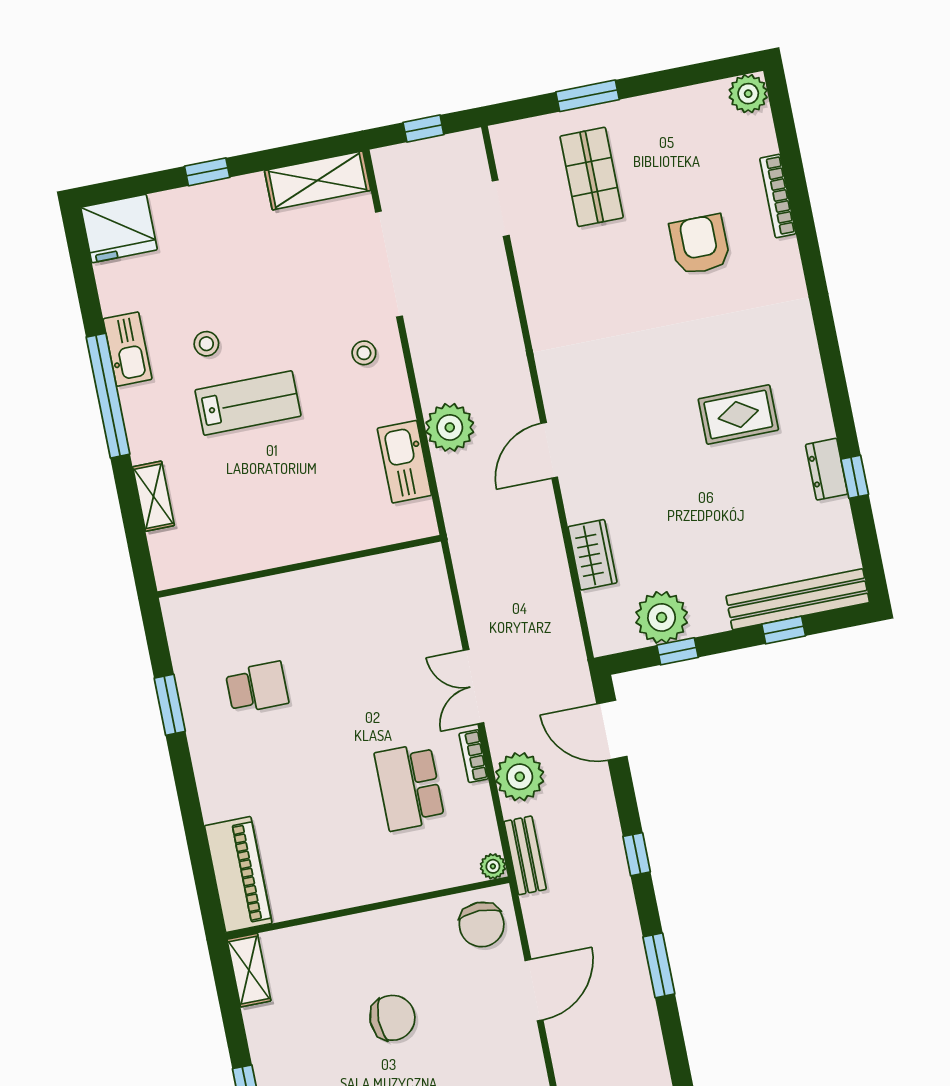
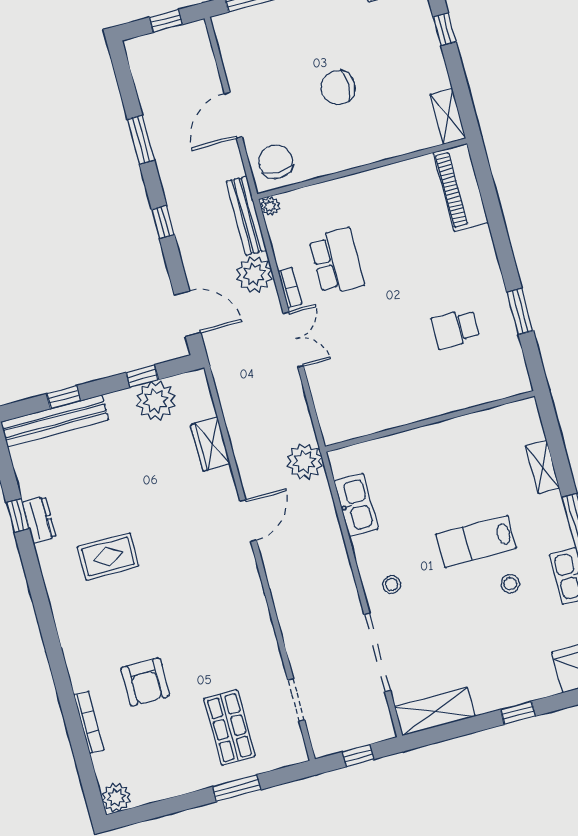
plant: (450, 427) -> (305, 461), moved
bench: (525, 855) -> (246, 216), width x1.36

